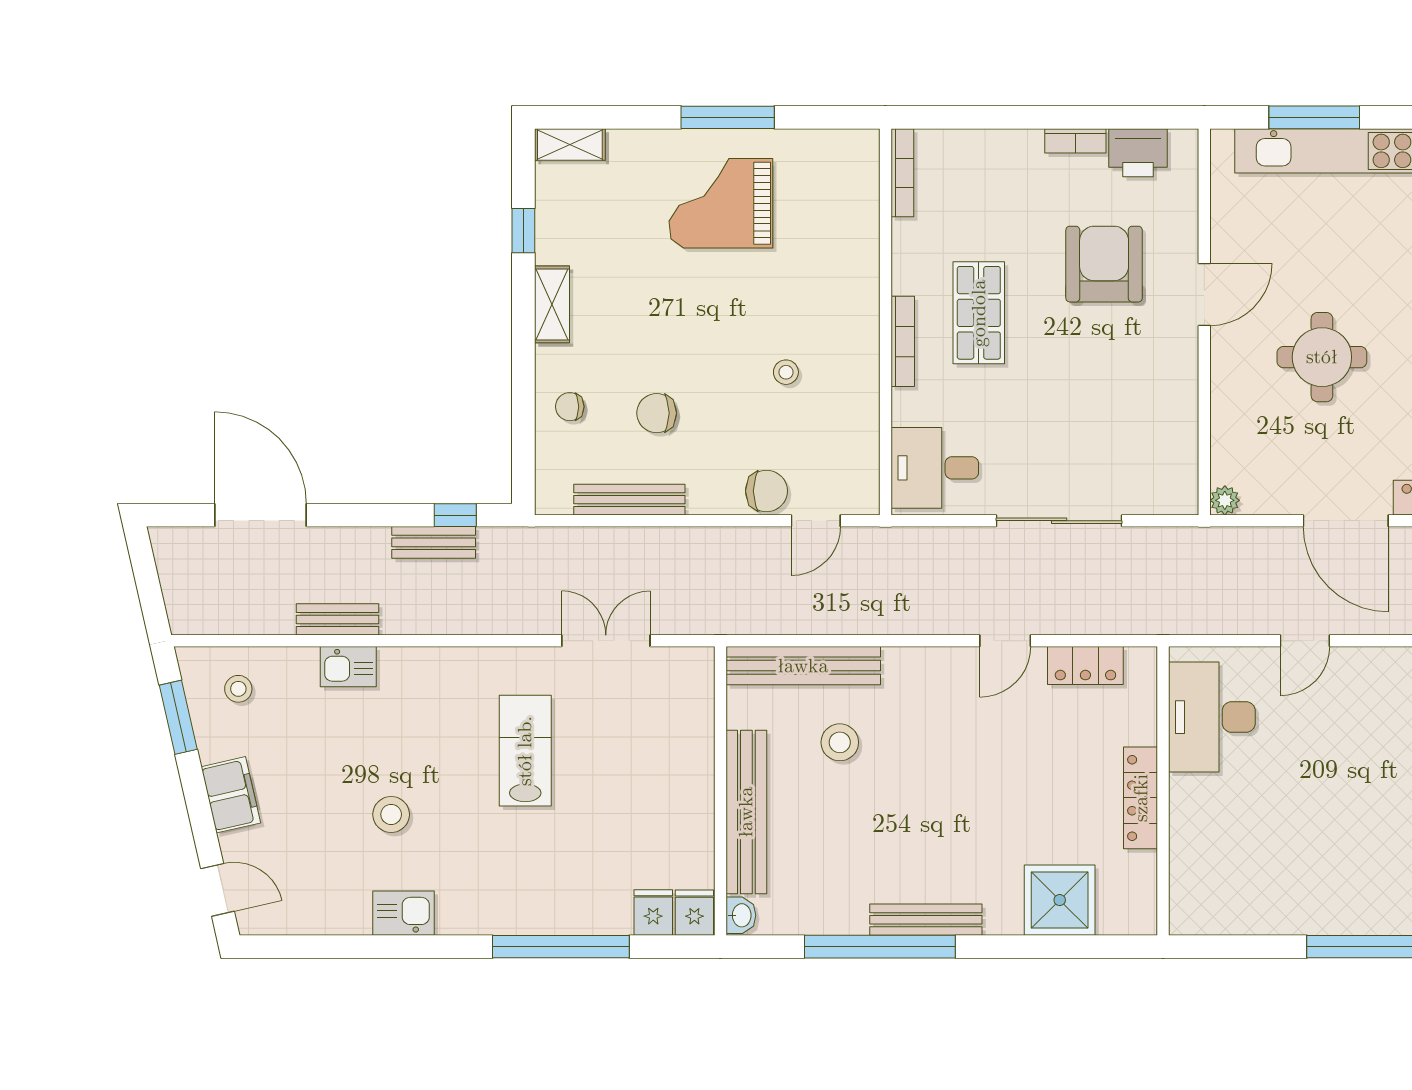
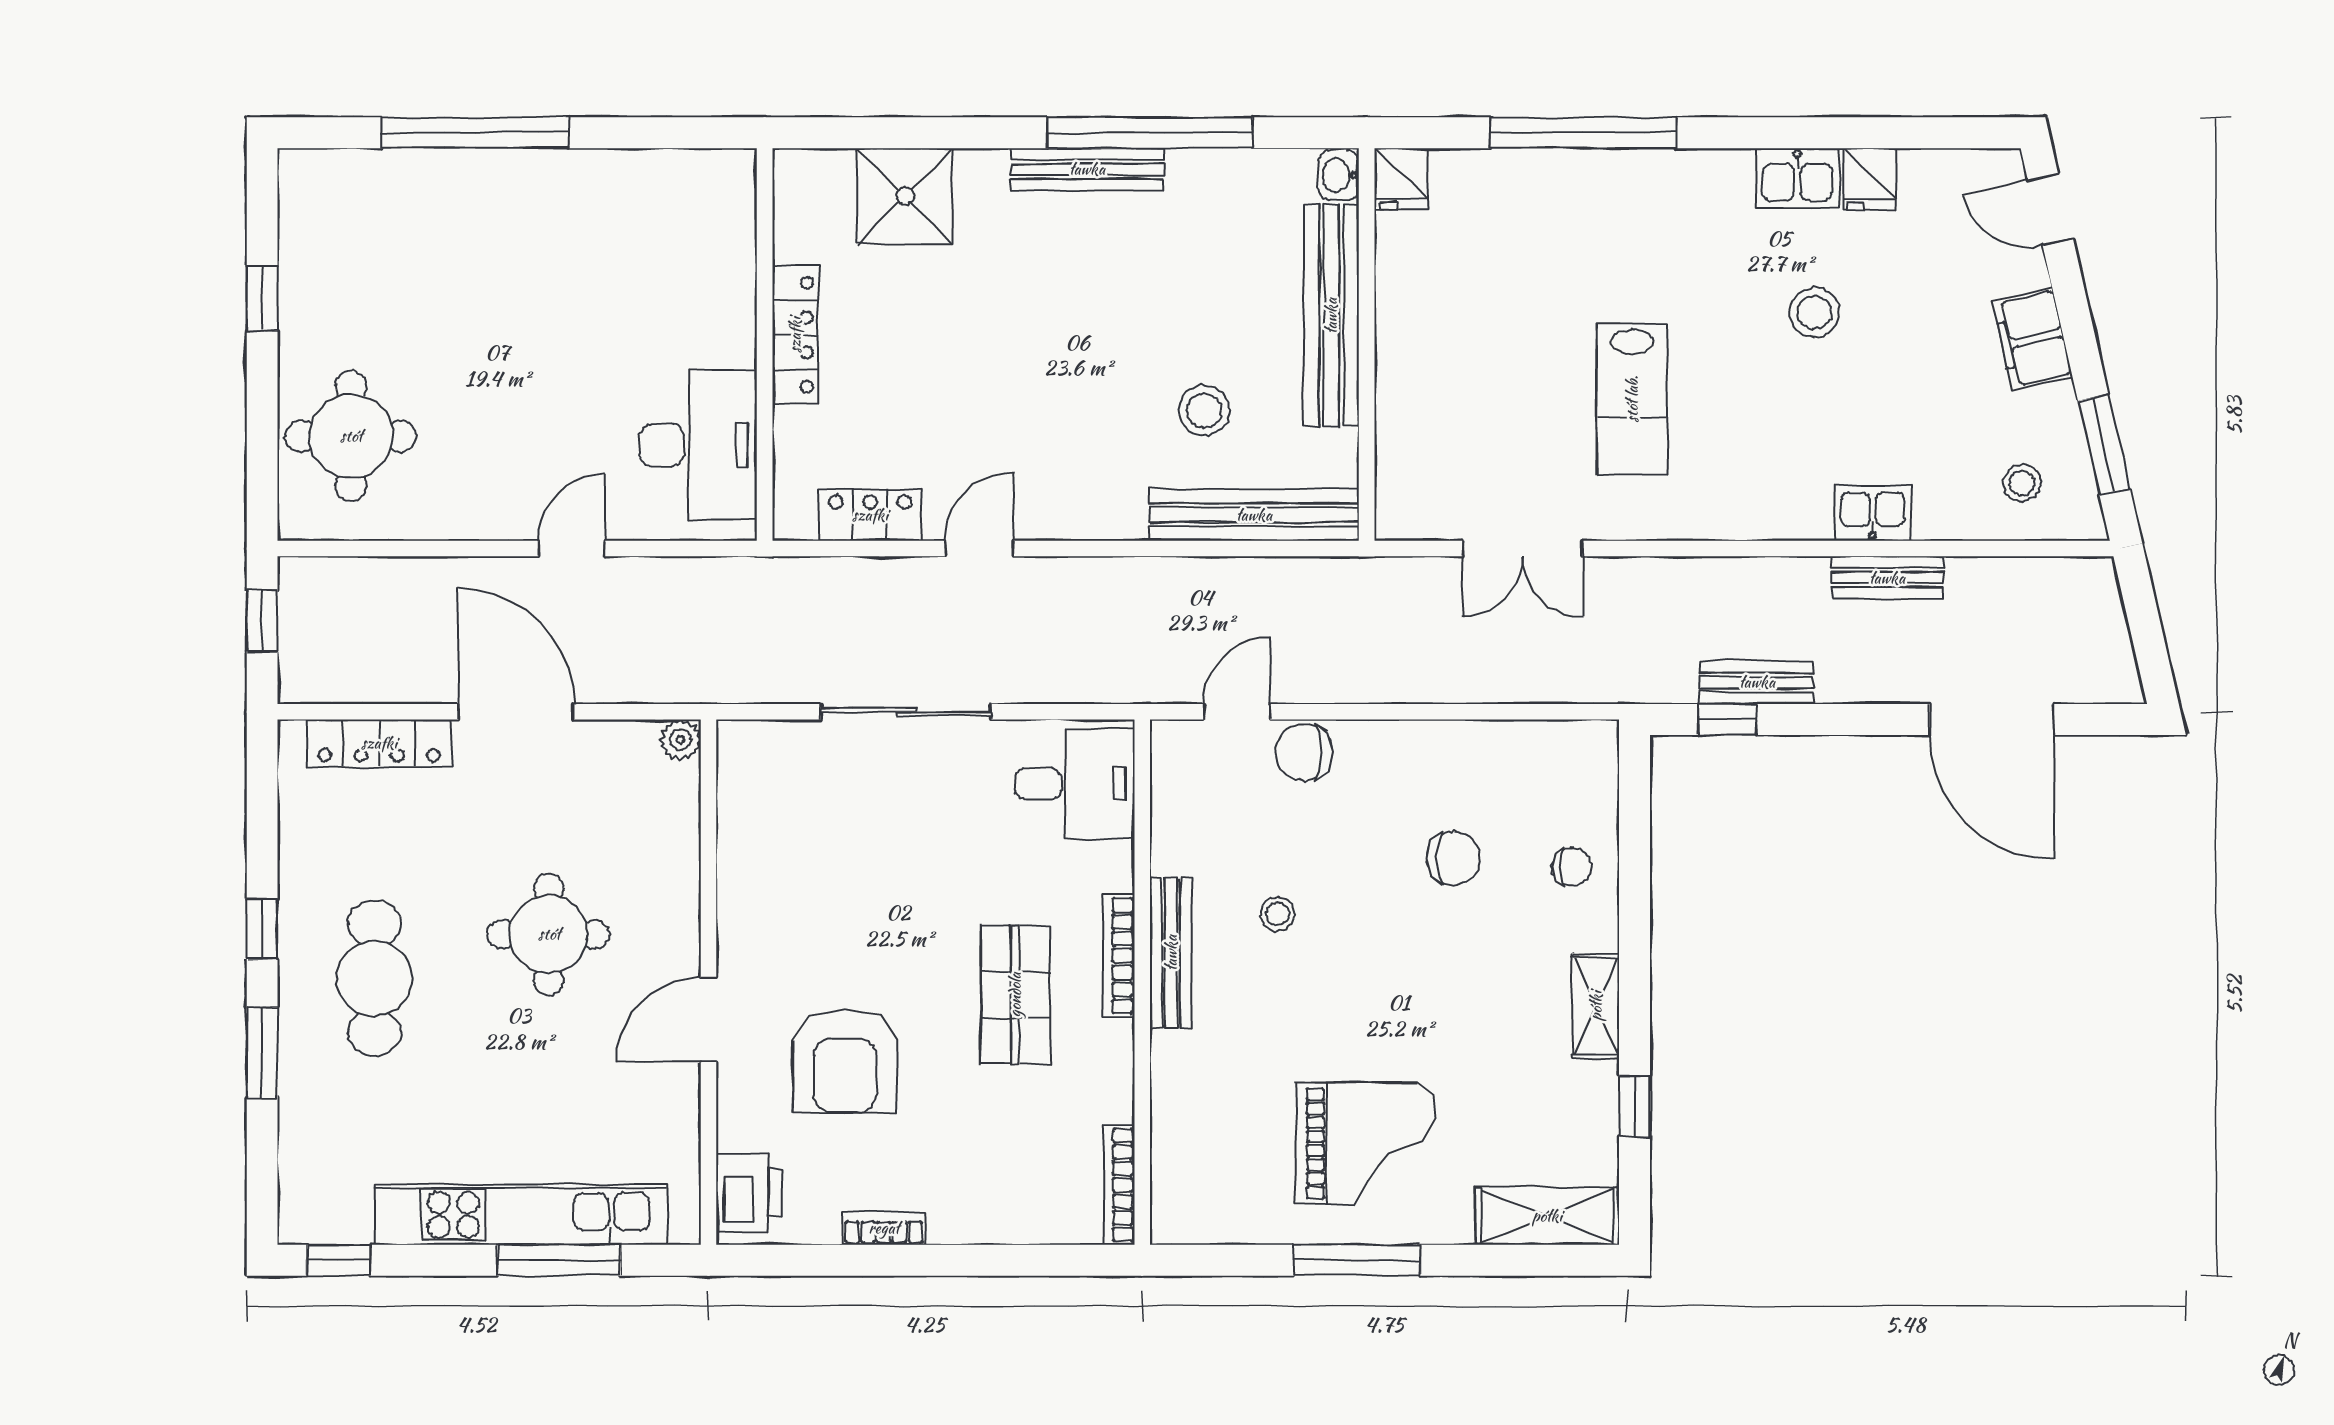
shelving: (570, 145) -> (1547, 1216), width x1.50, depth x1.33
printer: (1138, 153) -> (749, 1193), moved, turned 90
bench: (629, 500) -> (1171, 953), moved, turned 90
fridge: (653, 912) -> (1869, 179), moved

